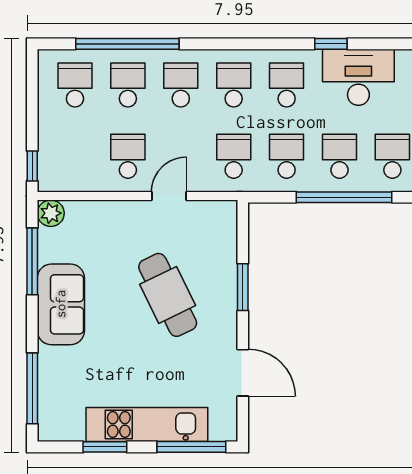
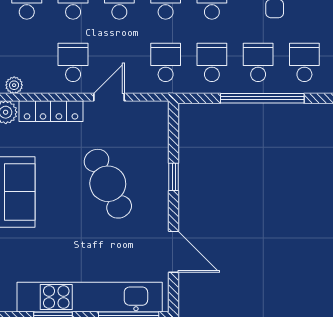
plant: (60, 182) -> (14, 85), added
locker: (103, 212) -> (51, 111), added
window: (243, 287) -> (174, 177), width x0.67
kitchen unit: (147, 424) -> (90, 297), width x1.36

